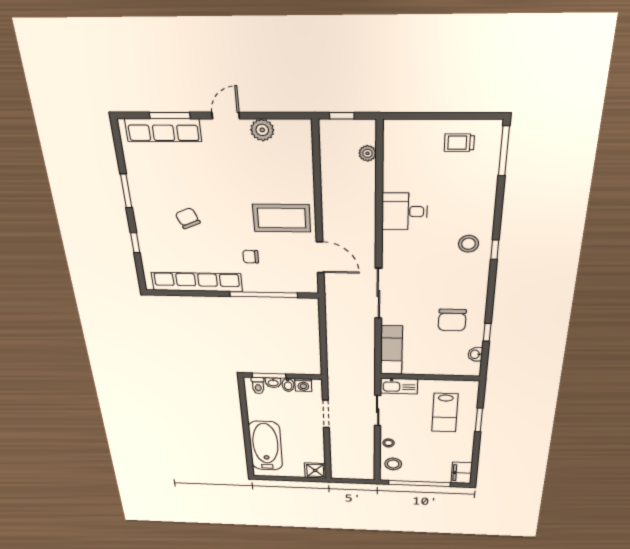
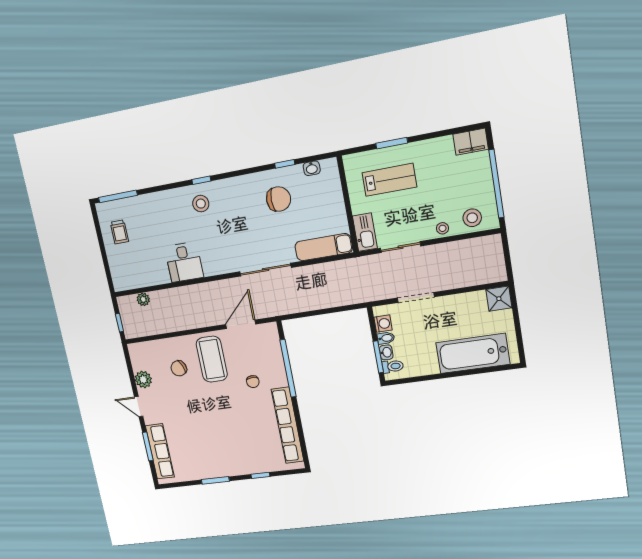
chair: (188, 218) -> (179, 368), moved

